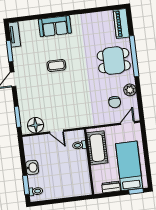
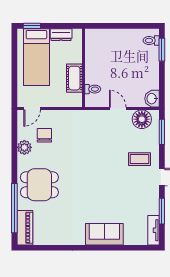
window: (134, 56) -> (14, 208), moved
coffee table: (56, 65) -> (140, 159), moved
cot: (97, 148) -> (74, 78), width x0.73, depth x0.75
washbasin: (32, 168) -> (152, 99), moved

